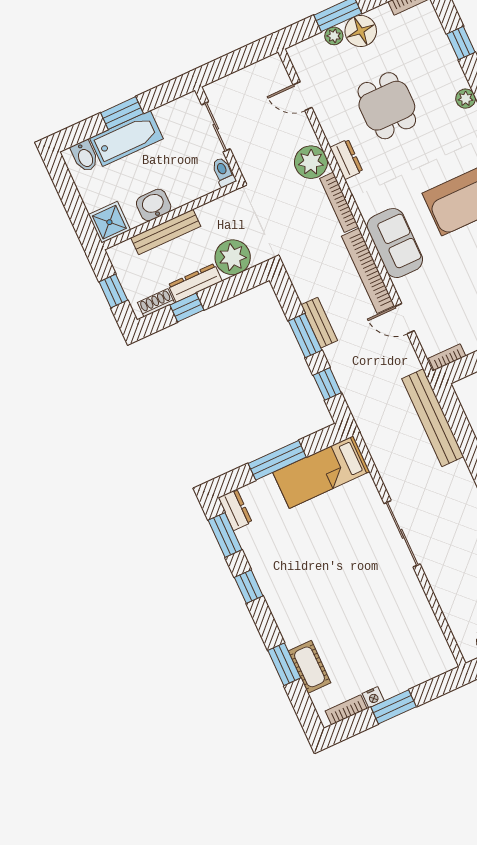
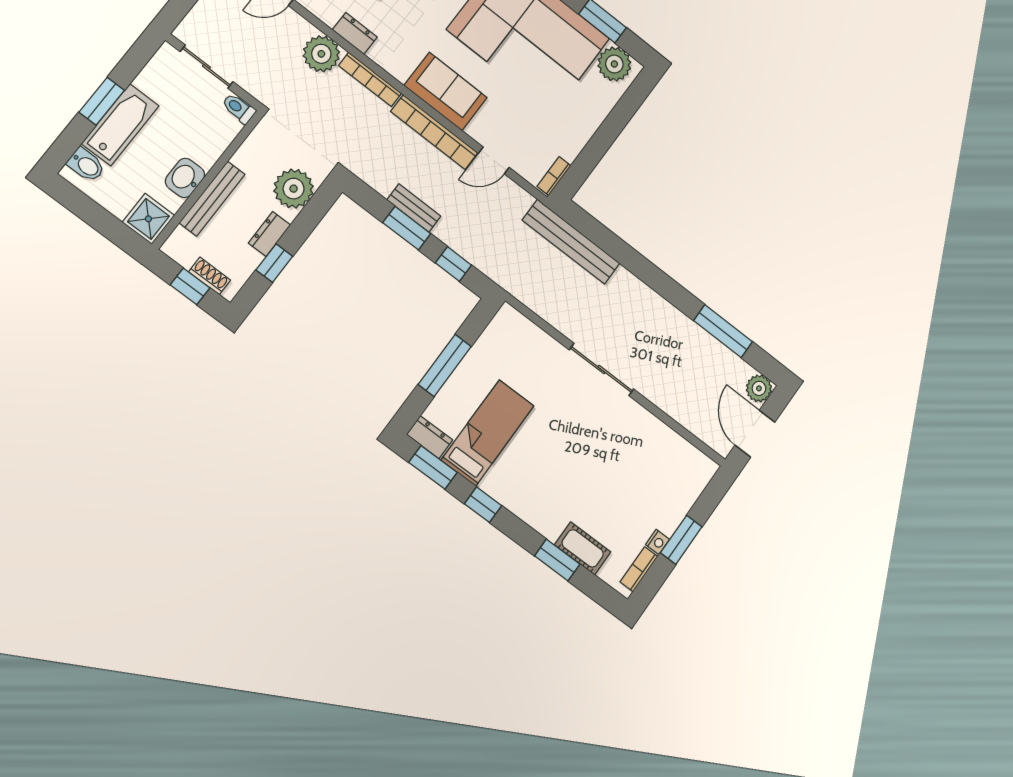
dresser: (195, 283) -> (269, 234), width x0.70
shoe rack: (156, 303) -> (210, 276), moved, turned 90
bed: (321, 472) -> (488, 433), moved, turned 180

